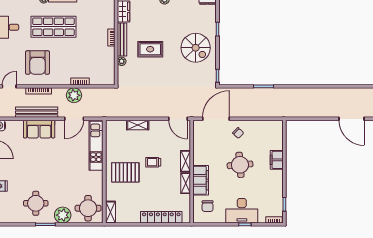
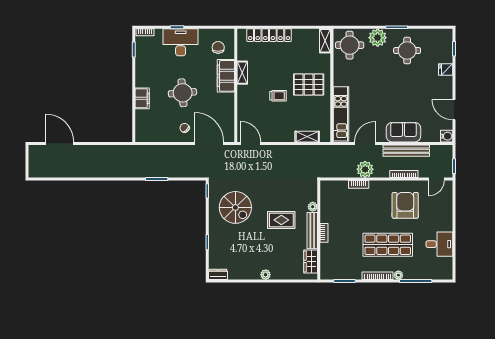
spiral stairs: (196, 48) -> (235, 207), moved, turned 180
door: (216, 119) -> (209, 143), swing flipped
shelving: (138, 125) -> (307, 137), moved
shelving: (185, 161) -> (243, 97), removed

